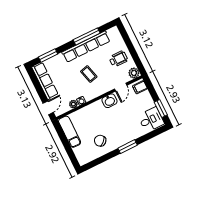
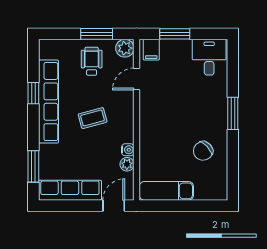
window: (87, 36) -> (33, 93), width x0.46
window: (134, 54) -> (97, 34), added
door: (121, 87) -> (137, 79), swing flipped
washbasin: (109, 101) -> (149, 106), removed
door: (48, 108) -> (114, 206), hinge flipped
window: (161, 108) -> (175, 34), moved

